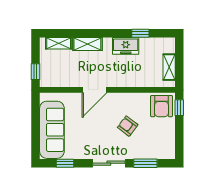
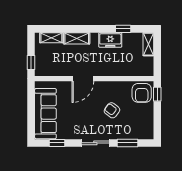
shelving: (169, 67) -> (148, 44), moved

